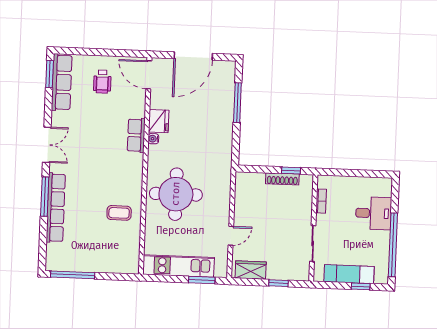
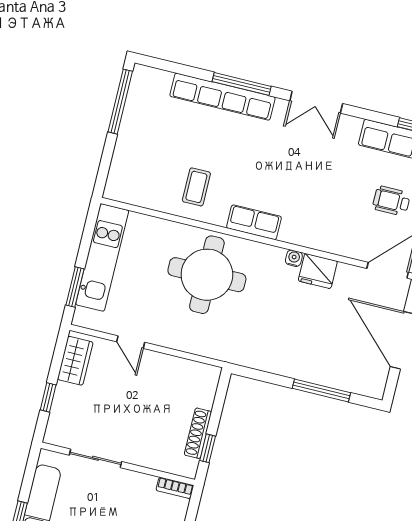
row of seats: (136, 135) -> (254, 222), moved
bookcase: (321, 201) -> (175, 488), moved

